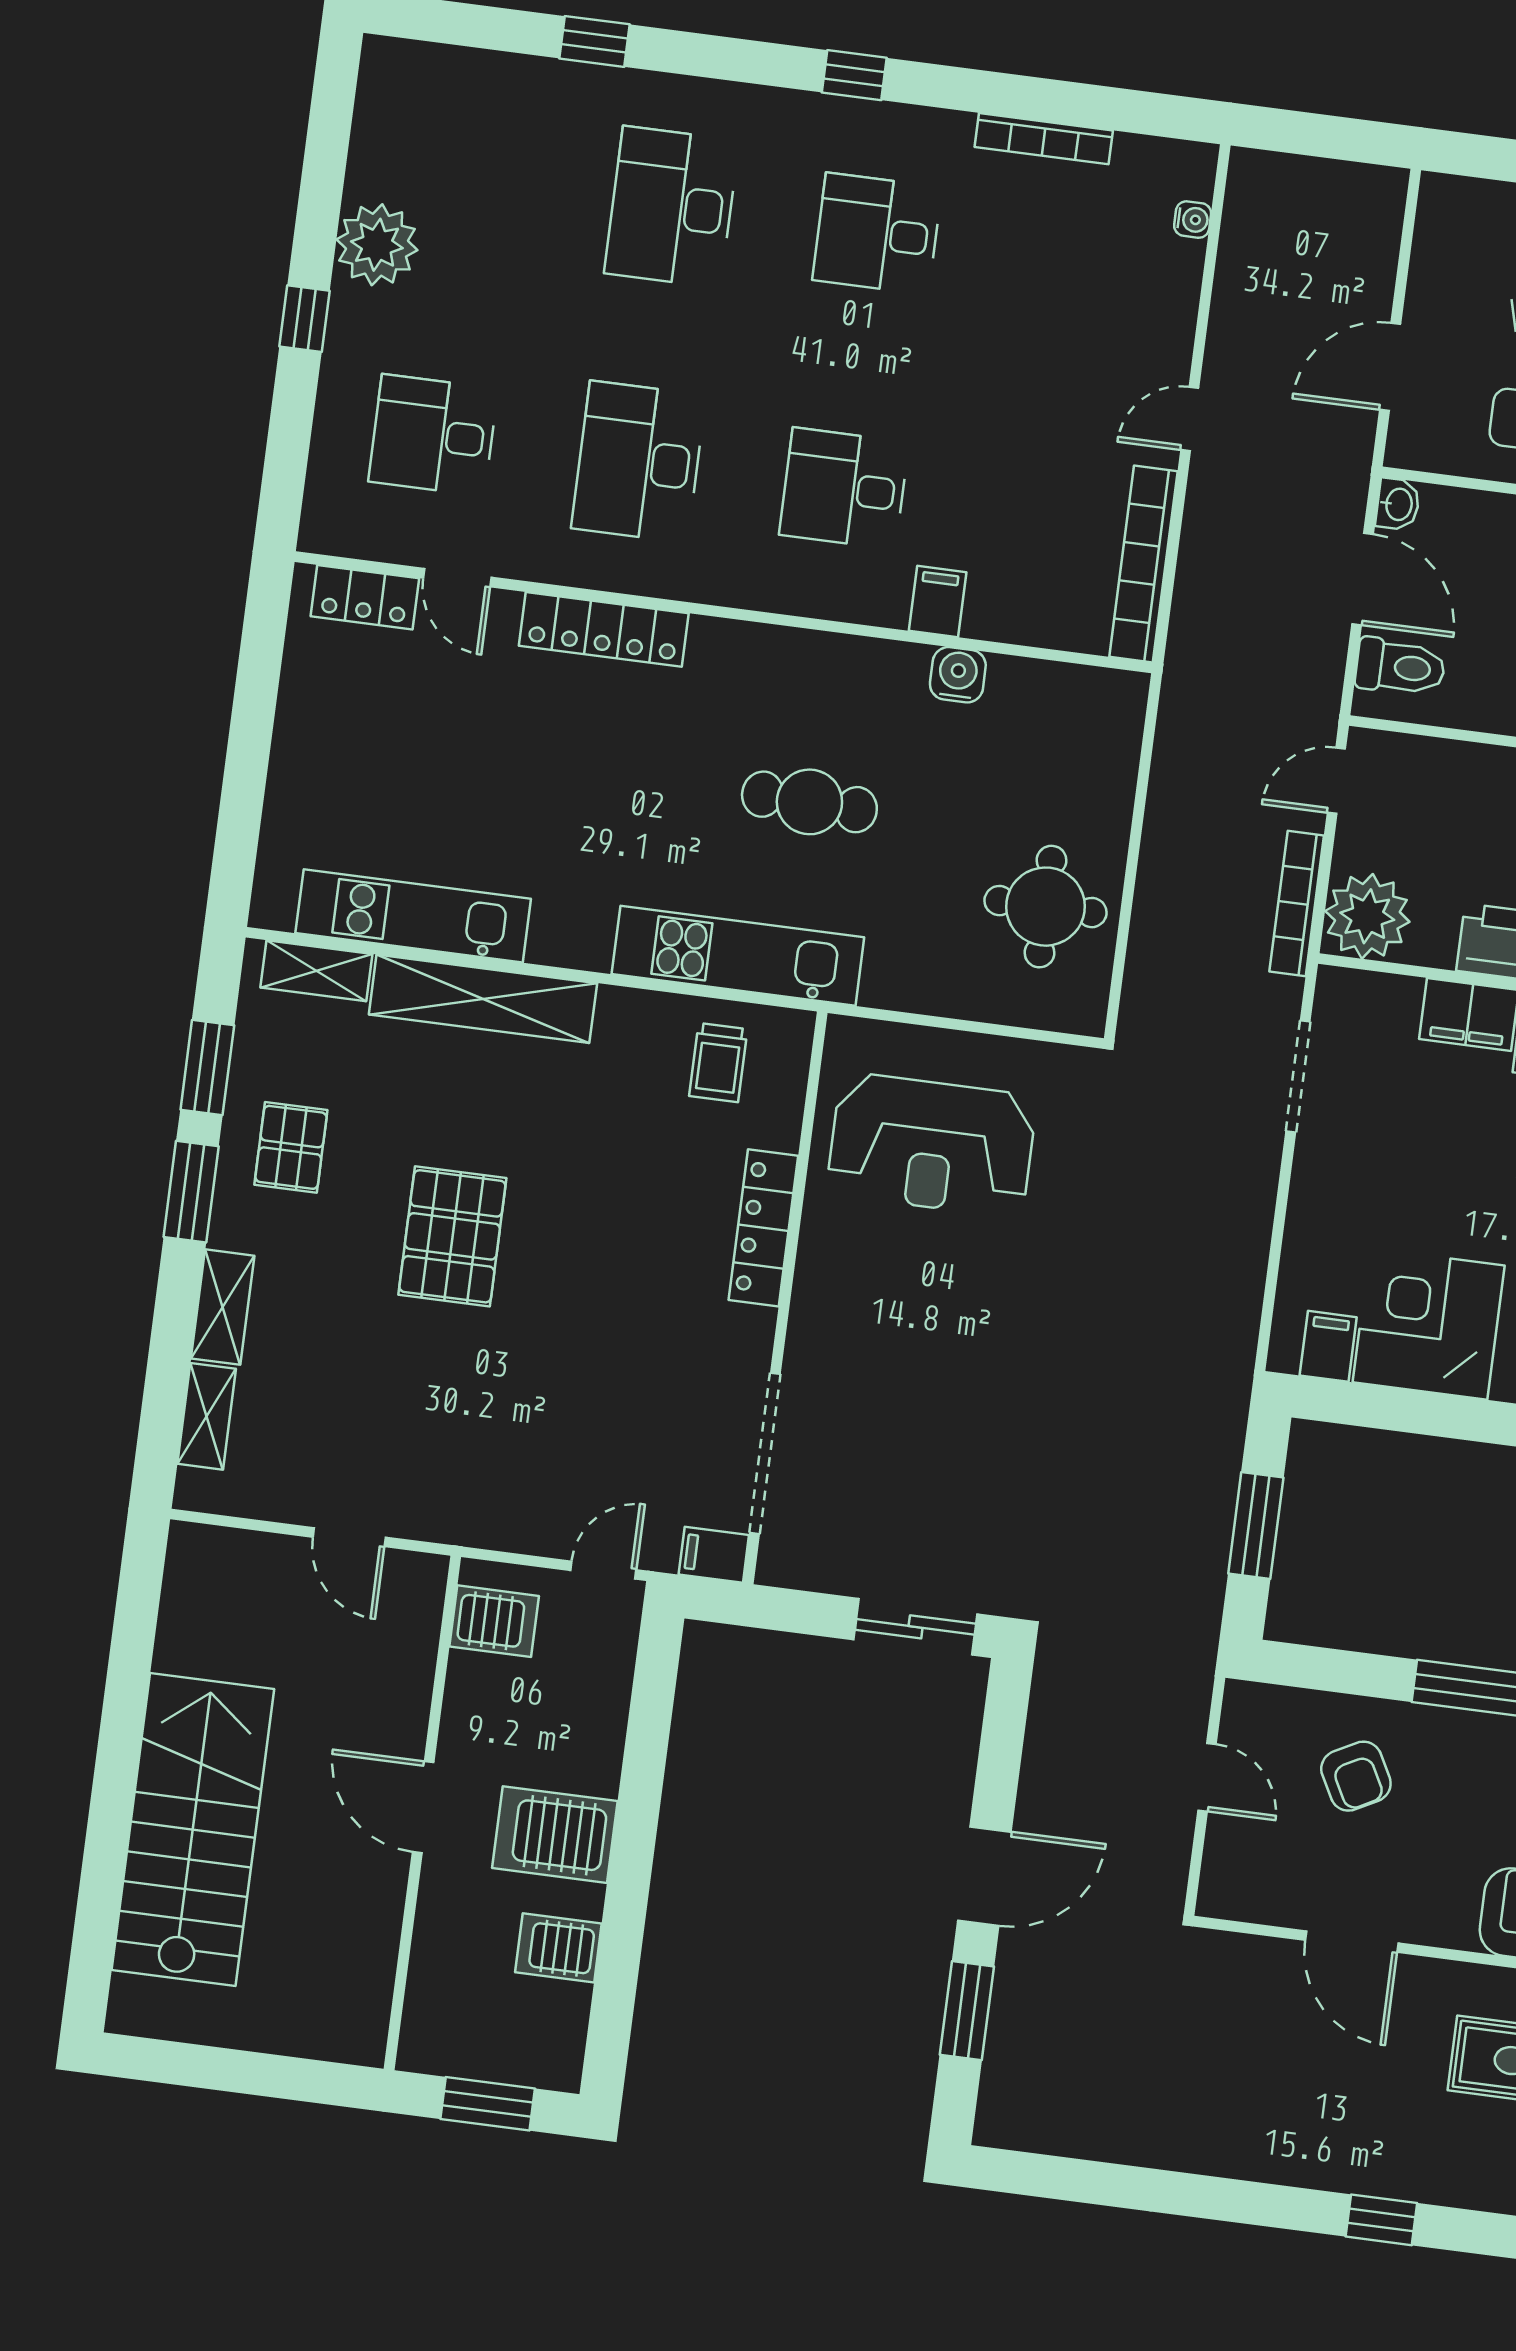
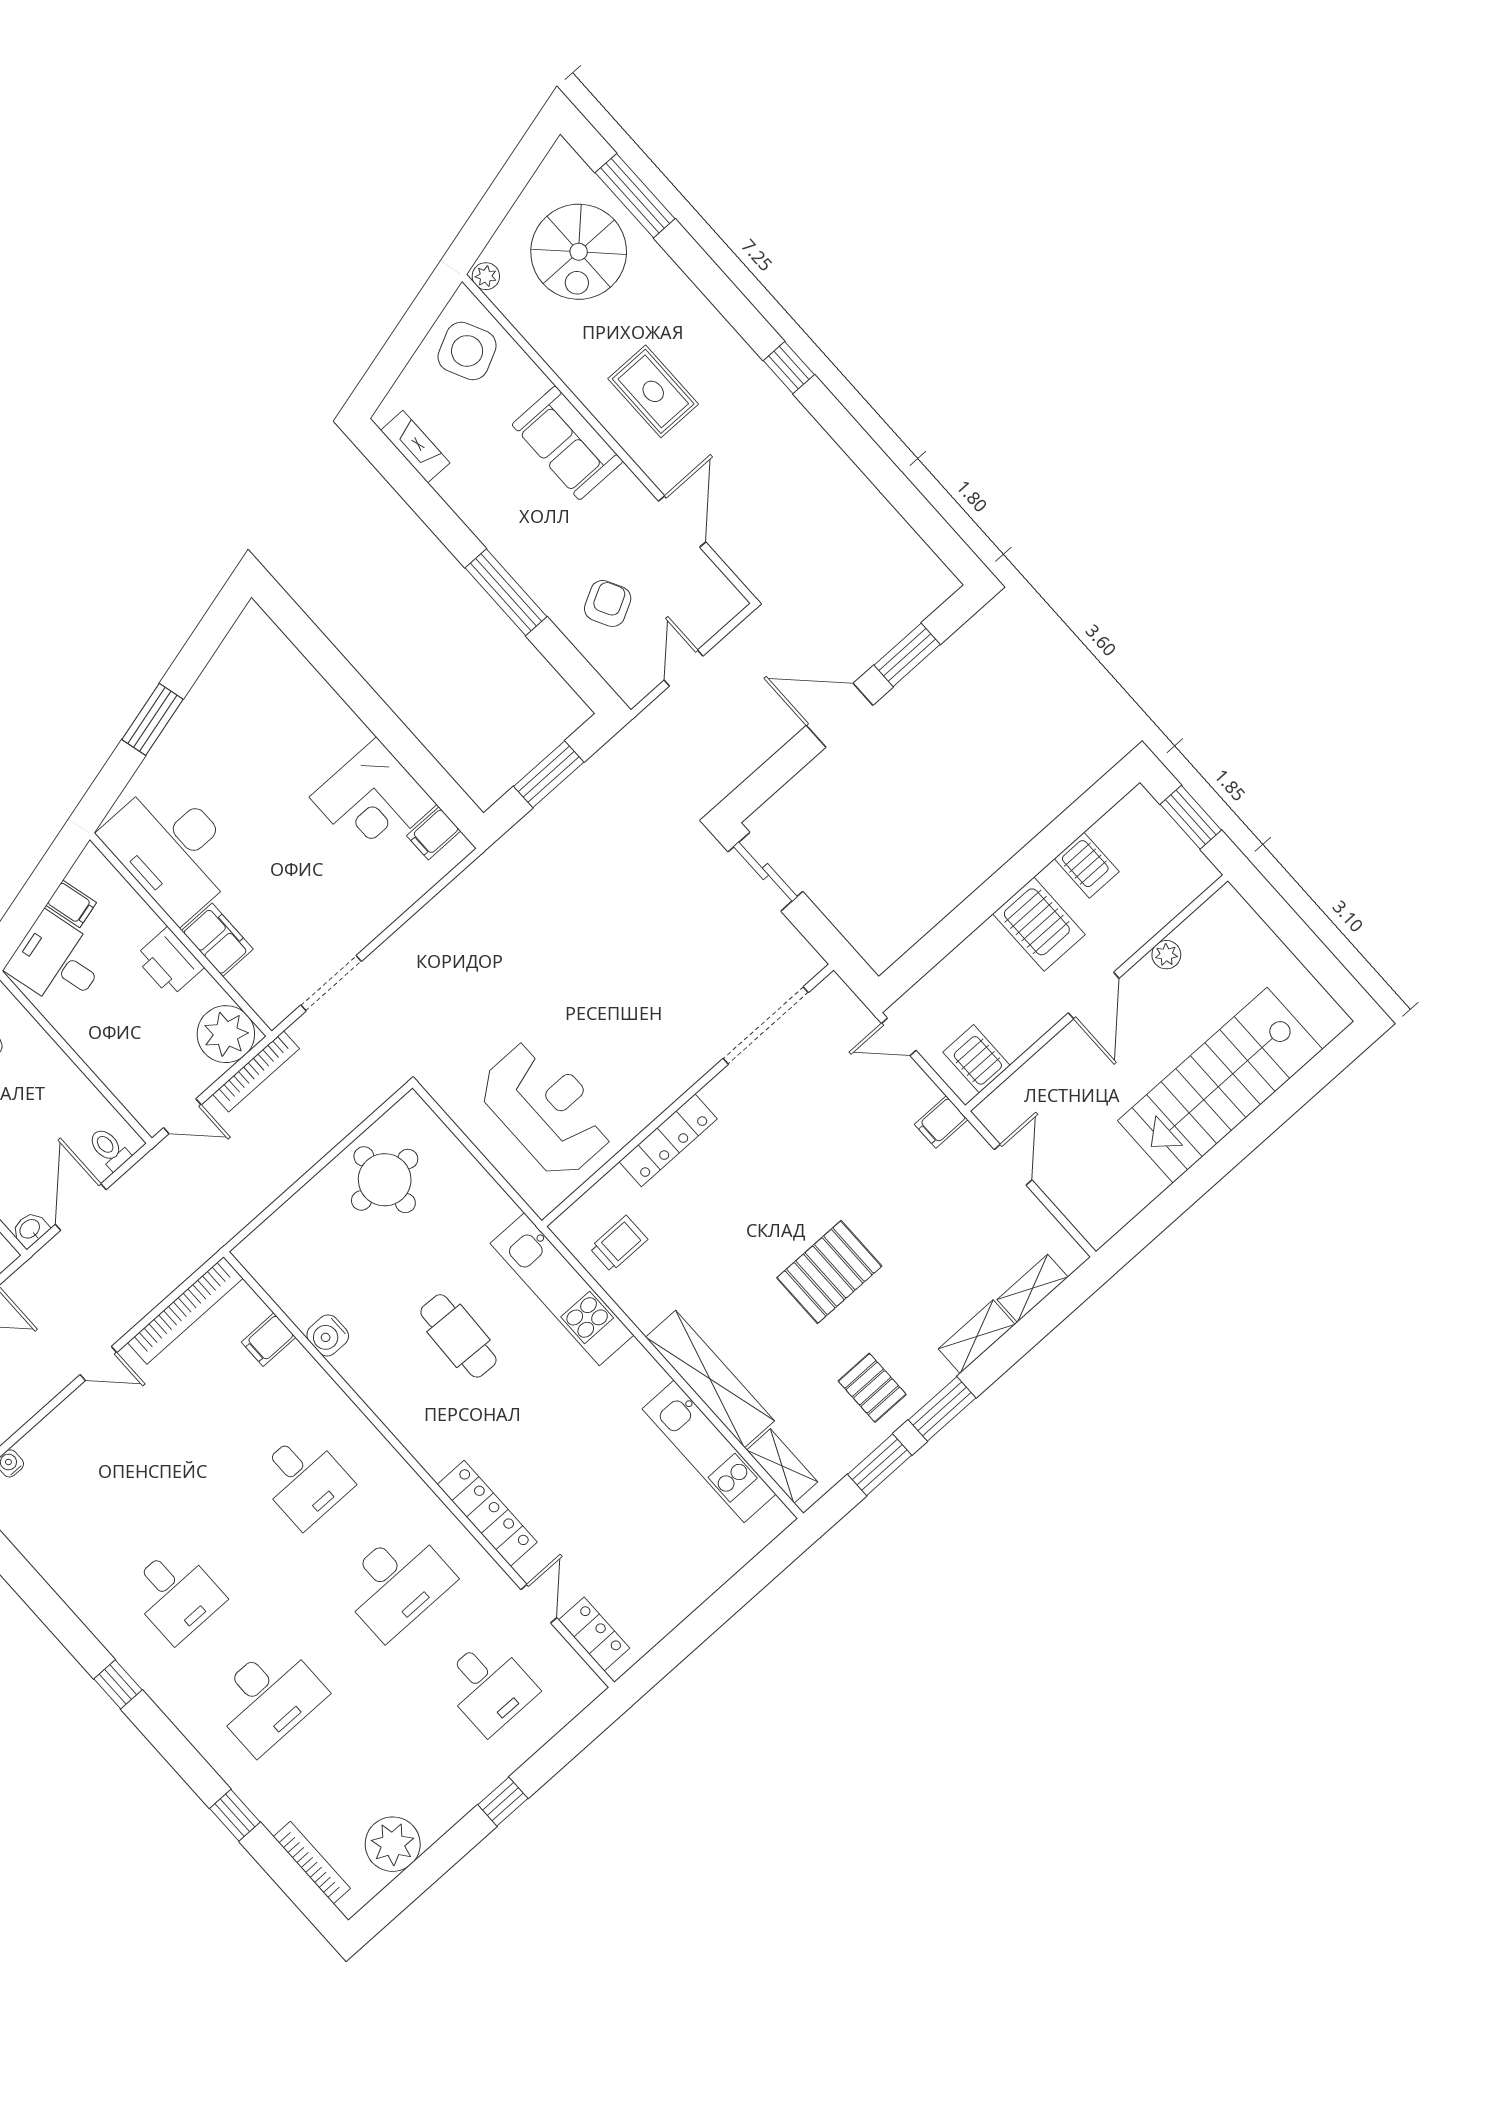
bookcase: (1044, 139) -> (312, 1863), moved
plant: (377, 245) -> (393, 1844), moved
filing cabinet: (938, 601) -> (269, 1340), moved
toilet: (1400, 667) -> (109, 1149), width x0.73, depth x0.72
pallet: (291, 1147) -> (872, 1388), turned 90
filing cabinet: (714, 1555) -> (941, 1122), moved, turned 90
plant: (381, 1924) -> (1166, 955), added

